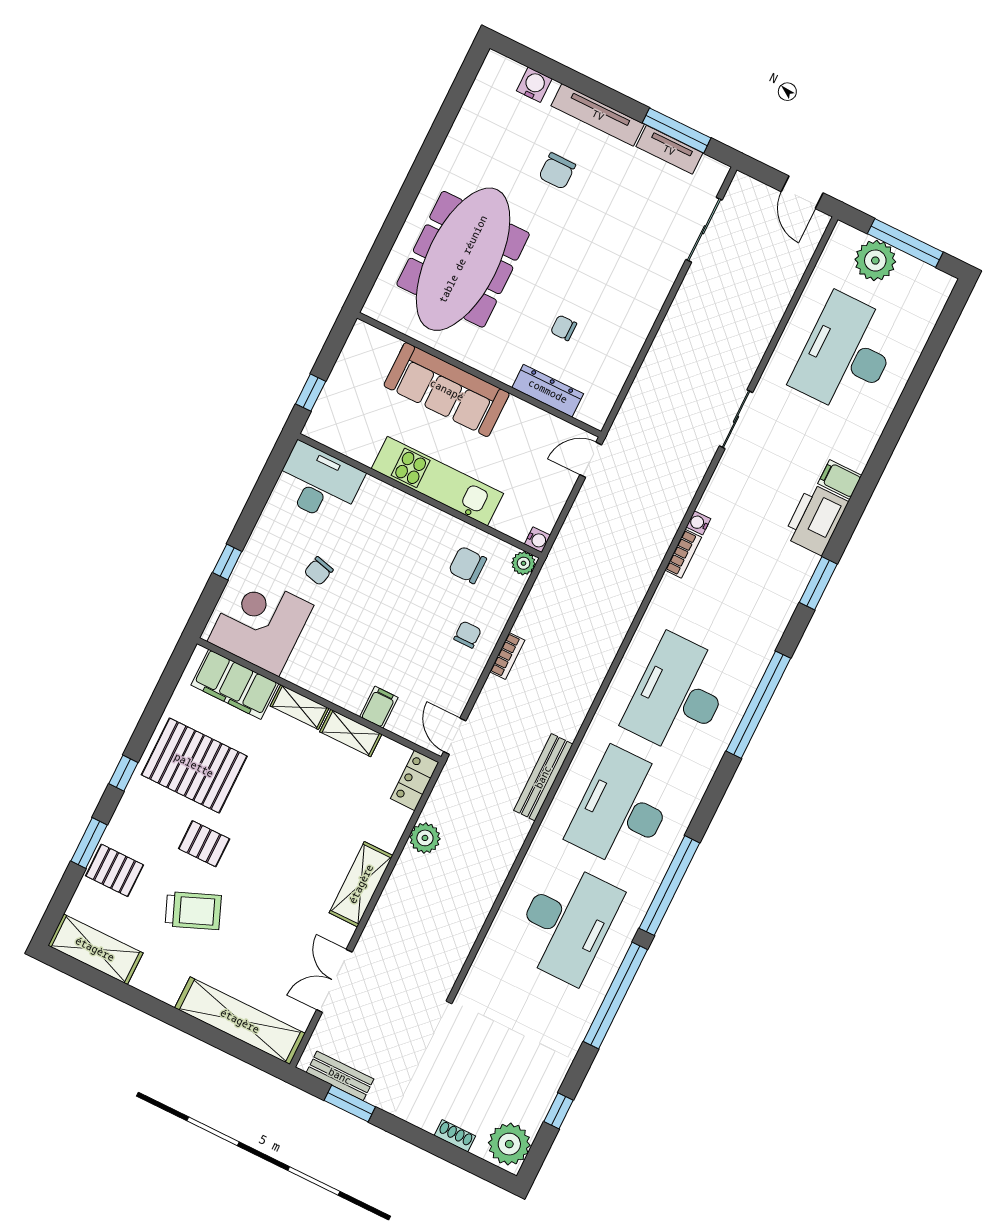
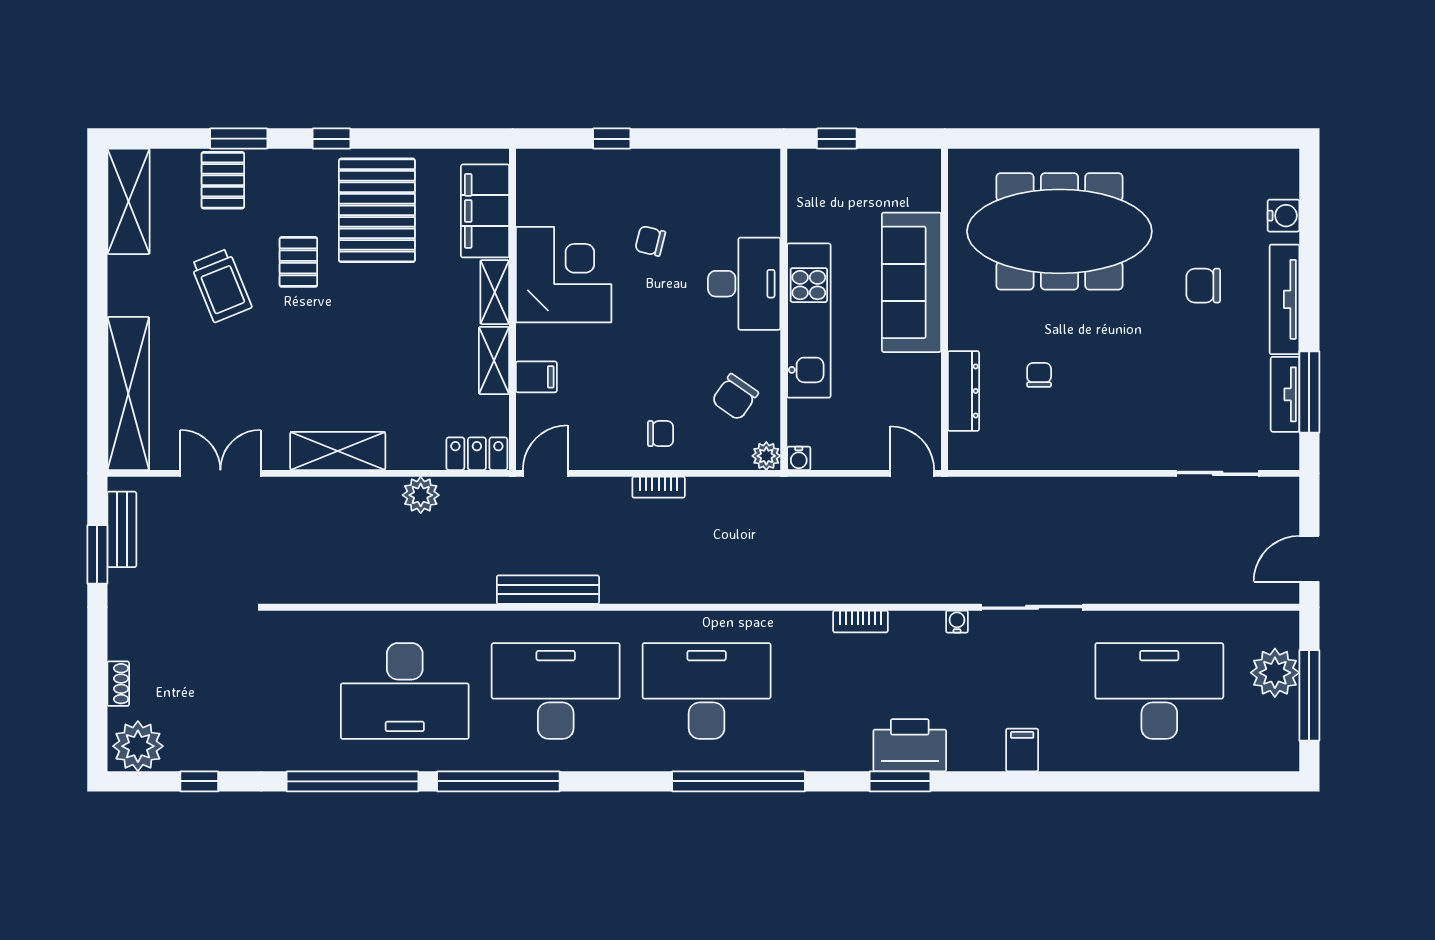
sliding door: (736, 419) -> (1032, 607), width x1.37
desk: (319, 483) -> (744, 284), moved
printer: (816, 519) -> (910, 745), moved
water cooler: (698, 523) -> (957, 622), moved
chair: (468, 565) -> (735, 397), turned -145
corner desk: (260, 623) -> (564, 275), moved

